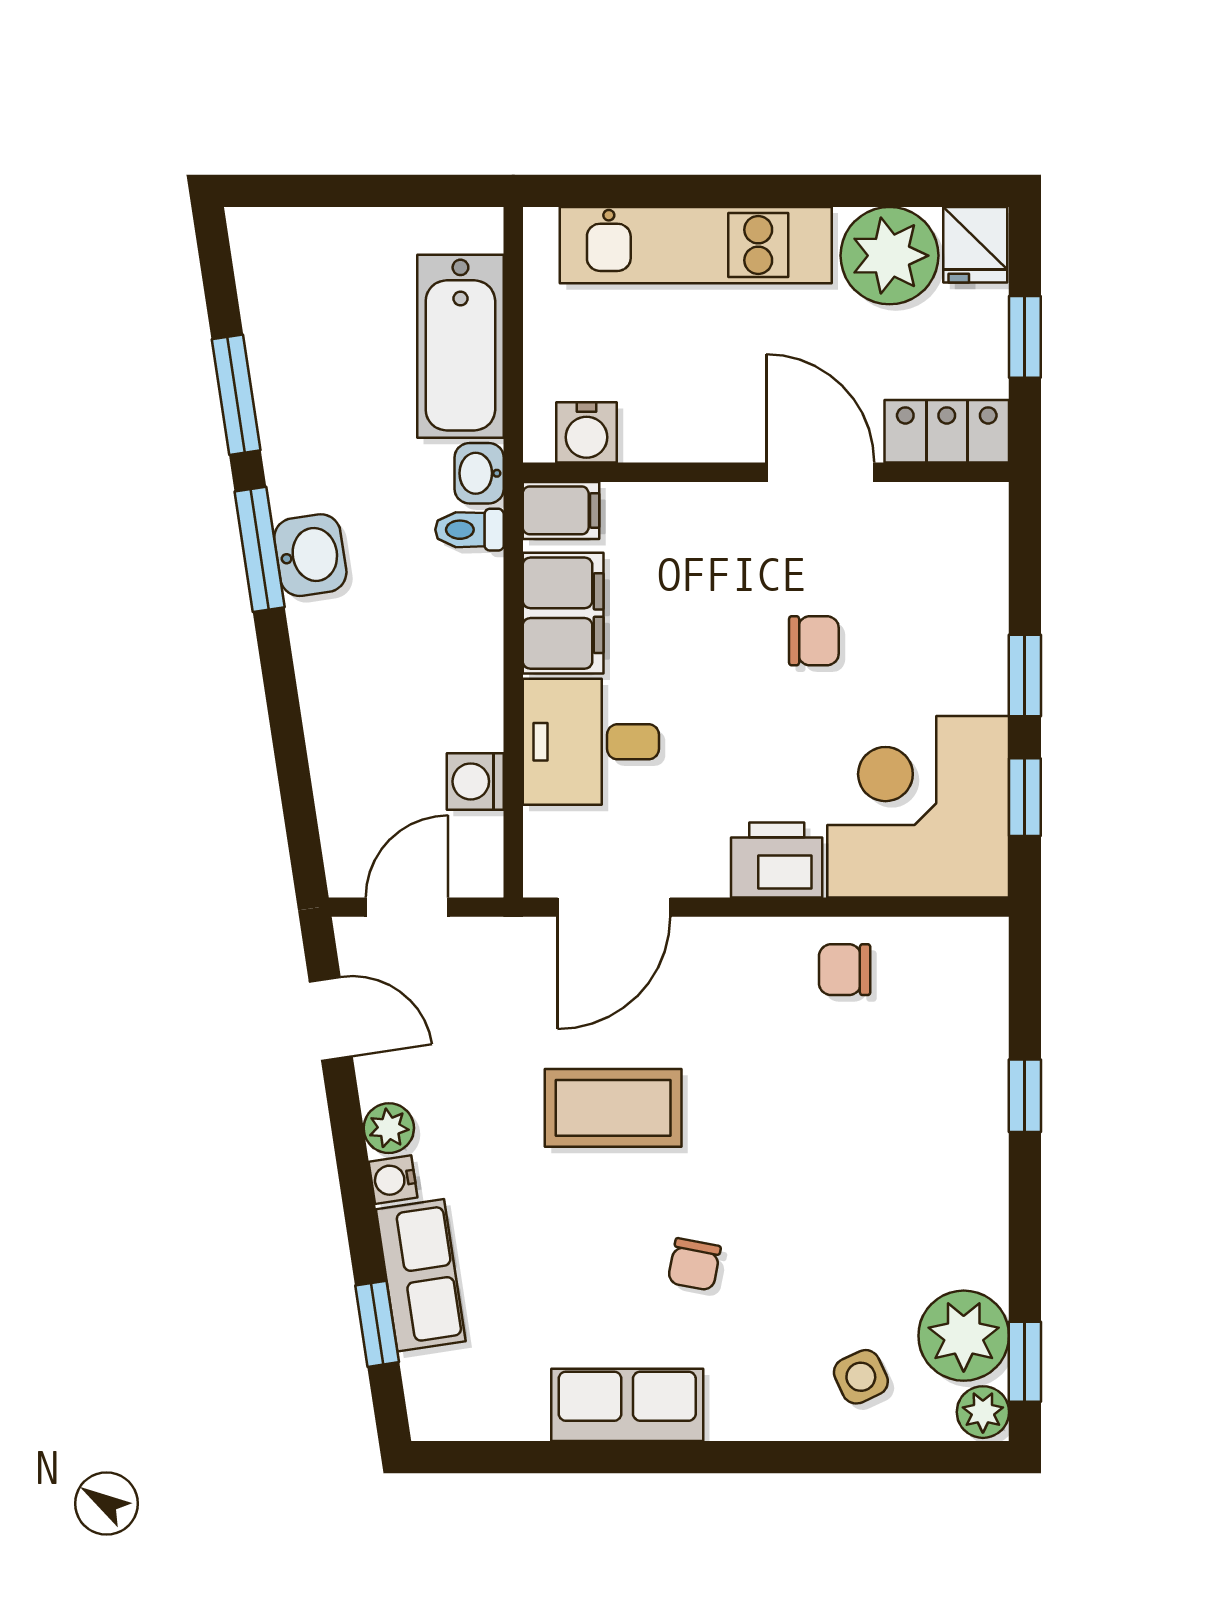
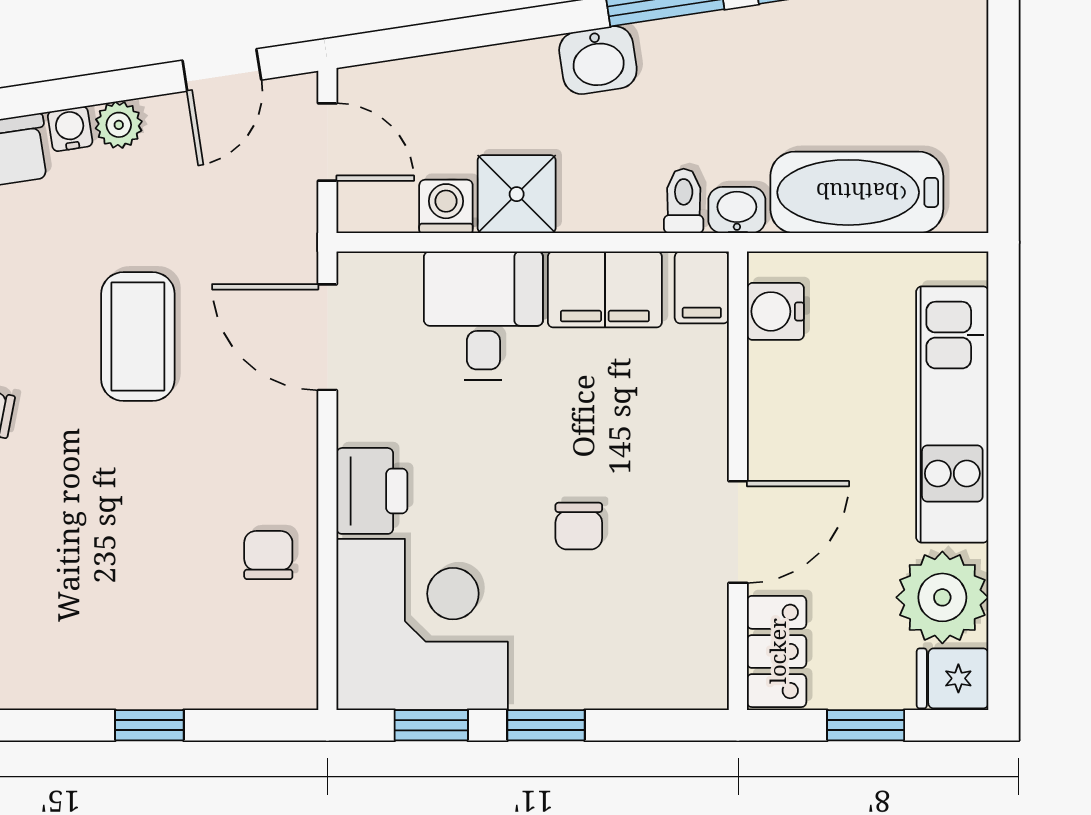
washbasin: (310, 555) -> (598, 60), moved
shower: (462, 707) -> (517, 194), added

